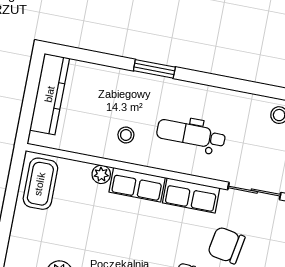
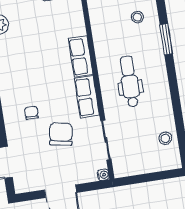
stool: (126, 135) -> (137, 17), moved
plant: (101, 174) -> (79, 29), removed

